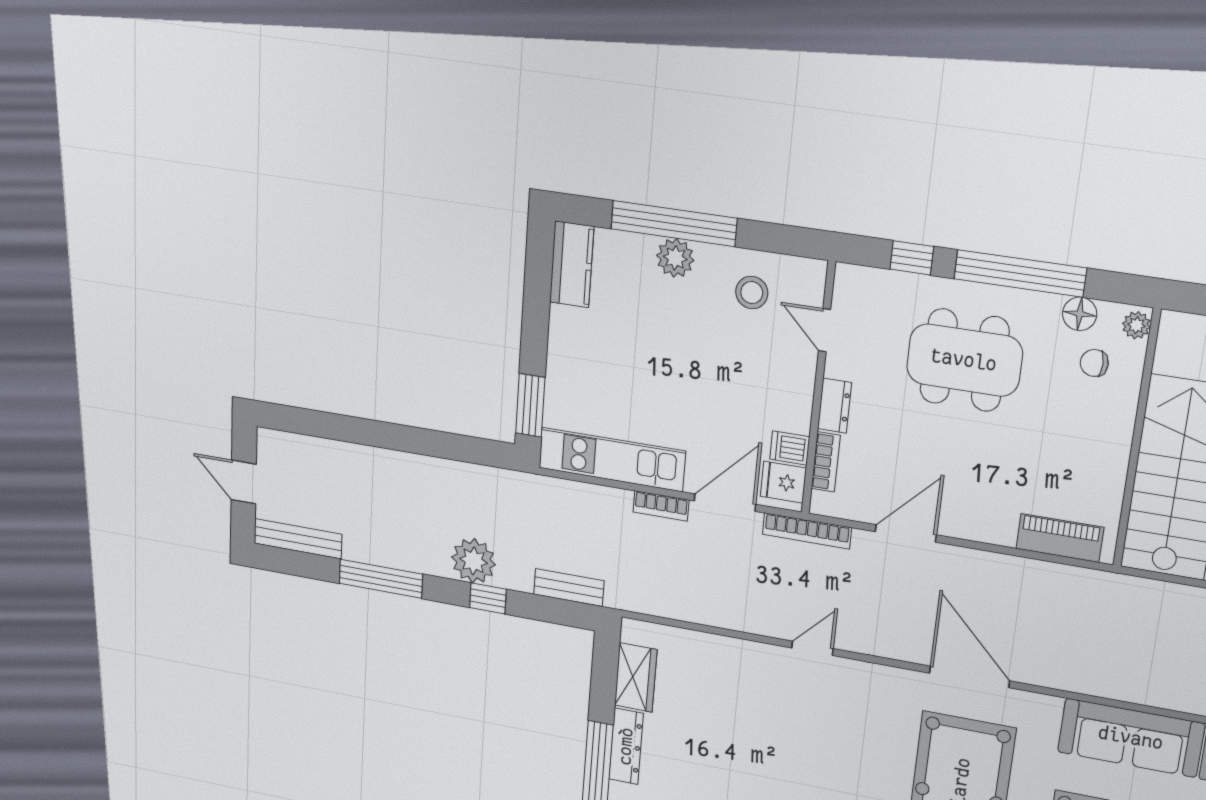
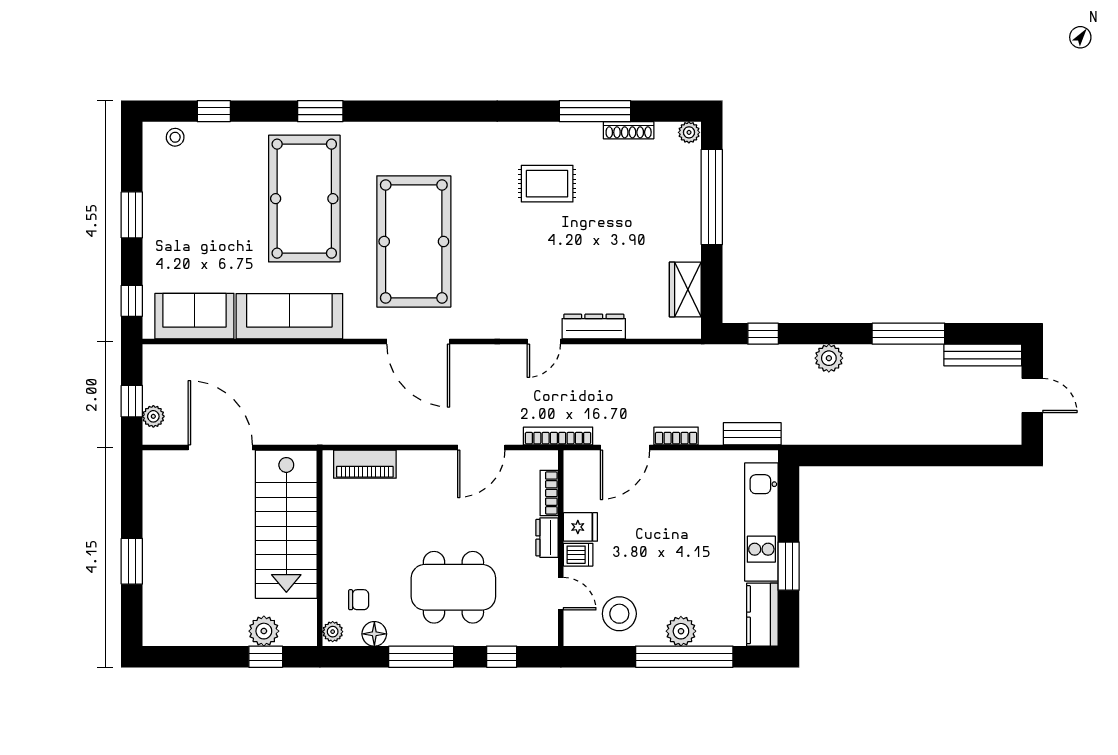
window: (1020, 273) -> (421, 657), width x0.68
stool: (752, 293) -> (619, 614), width x1.38, depth x1.38
window: (530, 405) -> (789, 566), moved
dishwasher: (790, 448) -> (578, 555), moved
kitchen unit: (612, 459) -> (761, 522), moved, turned 90
fridge: (783, 482) -> (580, 527), moved
plant: (473, 561) -> (829, 358), width x0.73, depth x0.73
bench: (569, 588) -> (752, 434), moved
window: (488, 598) -> (763, 334), moved
dresser: (626, 746) -> (594, 326), moved, turned 90

